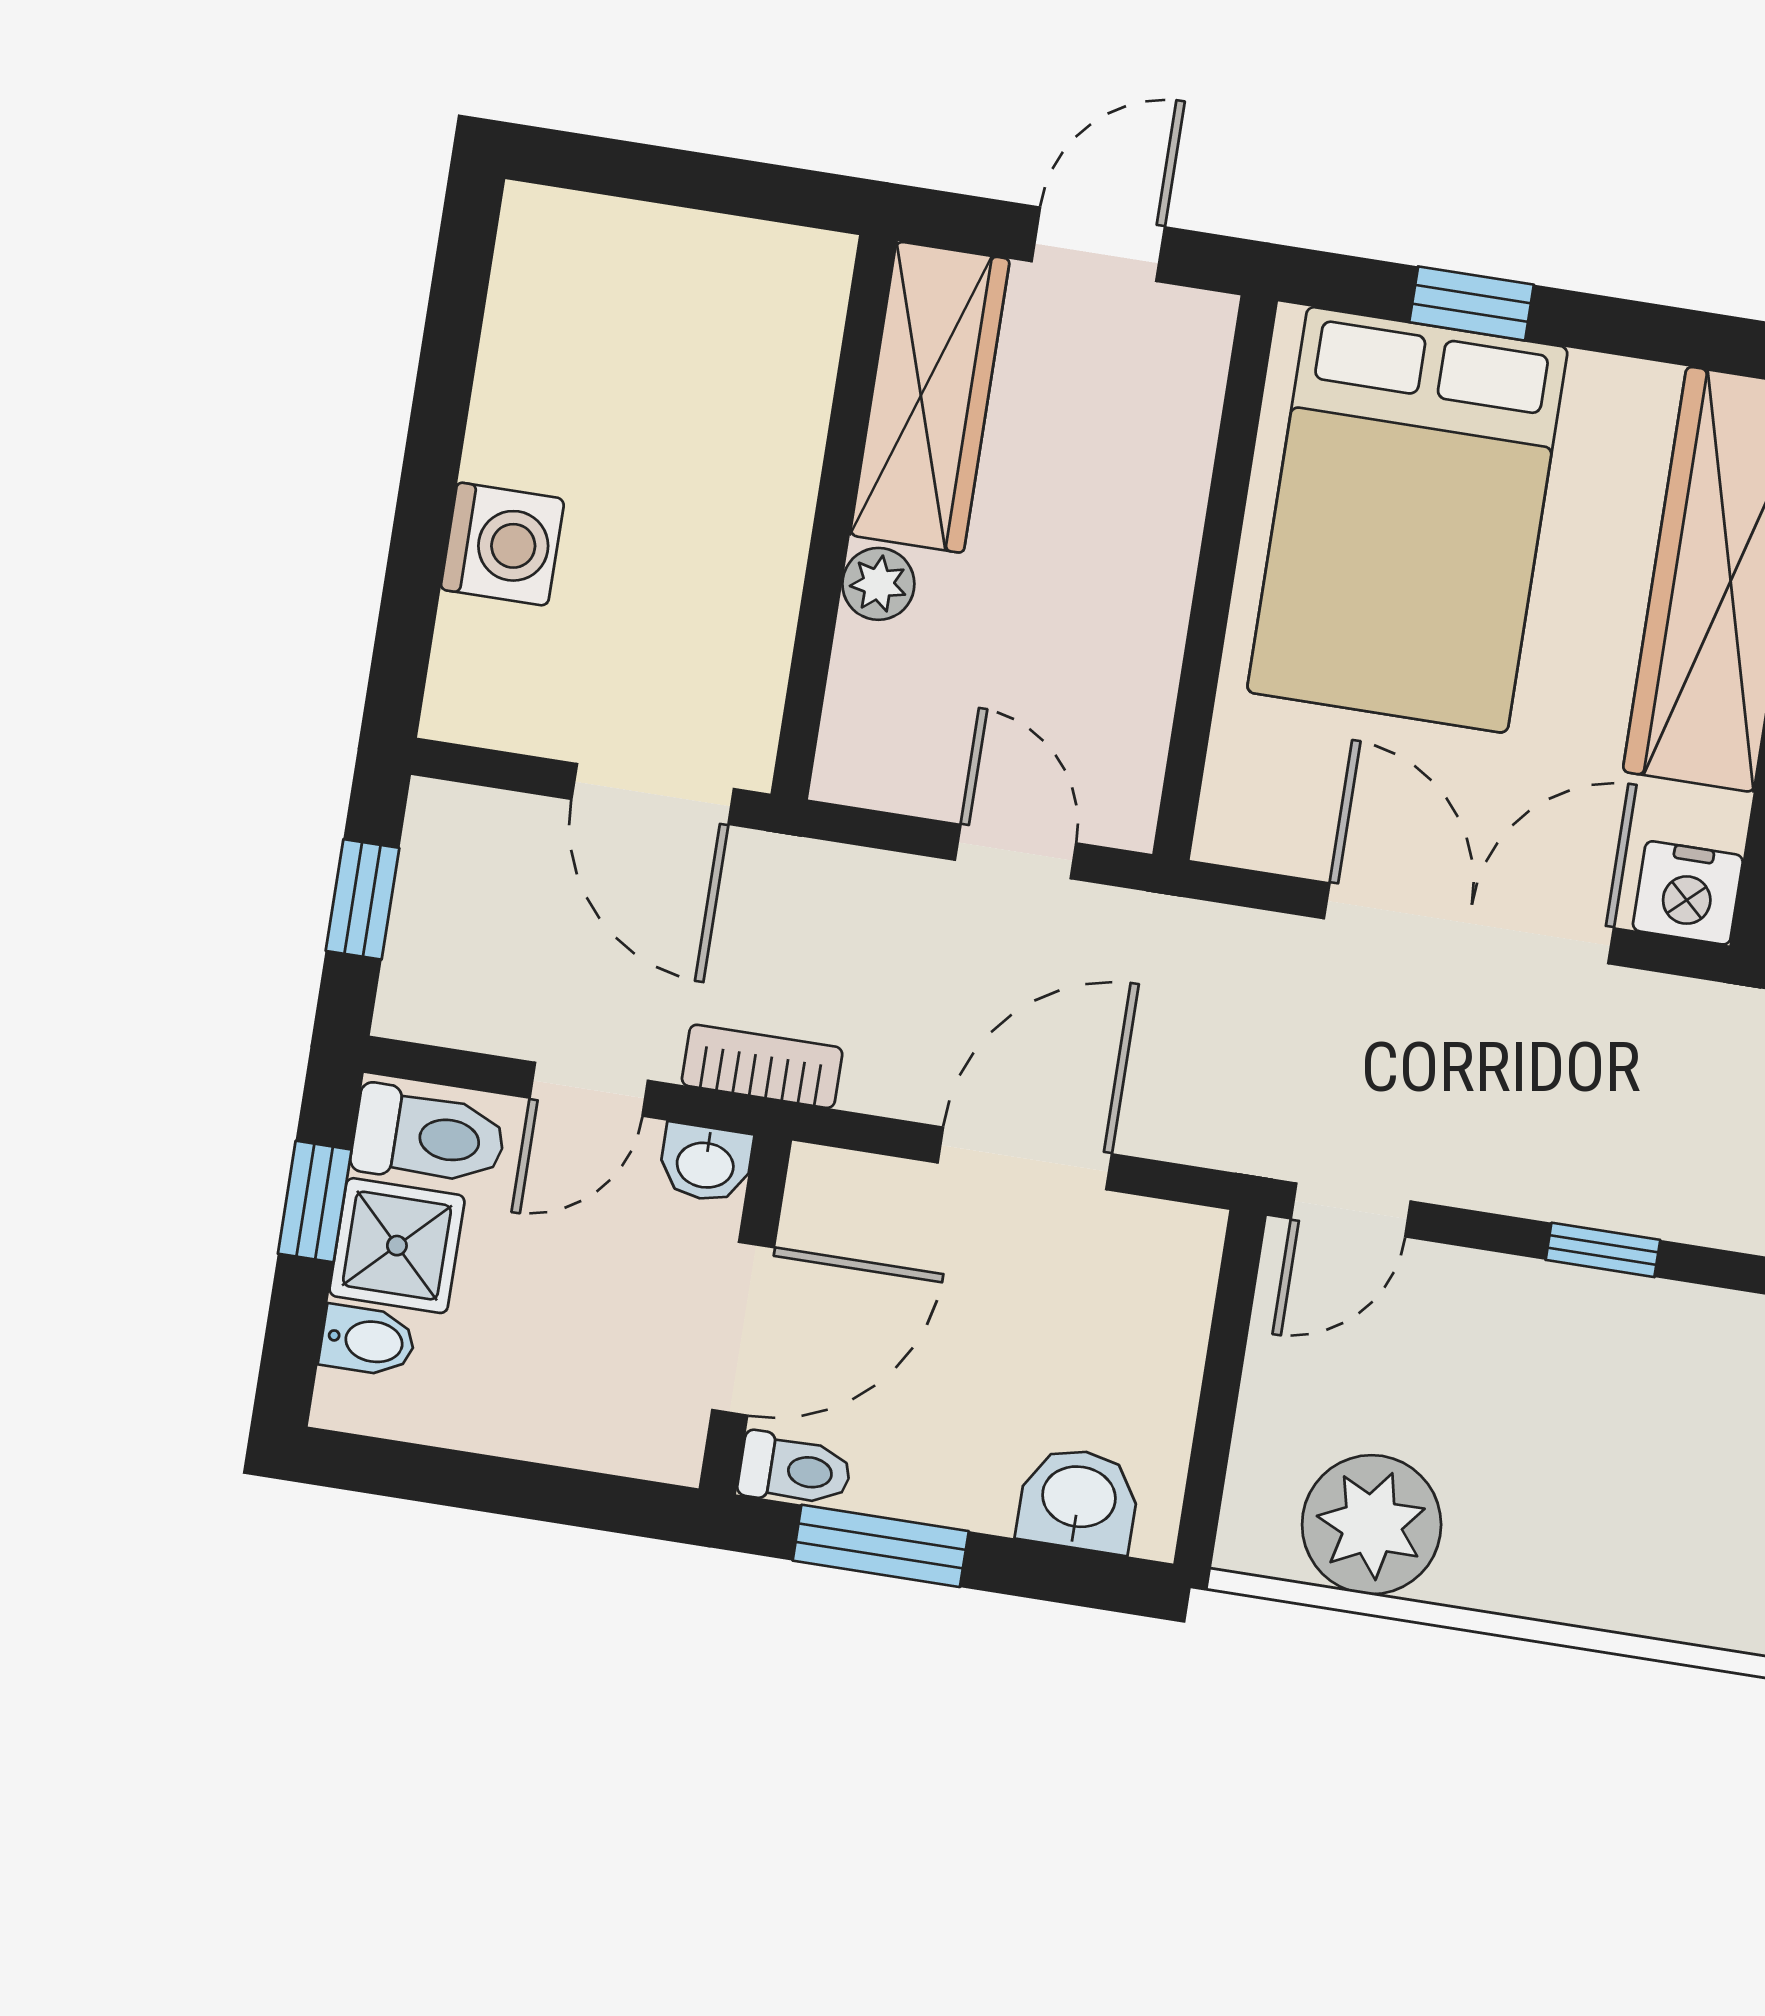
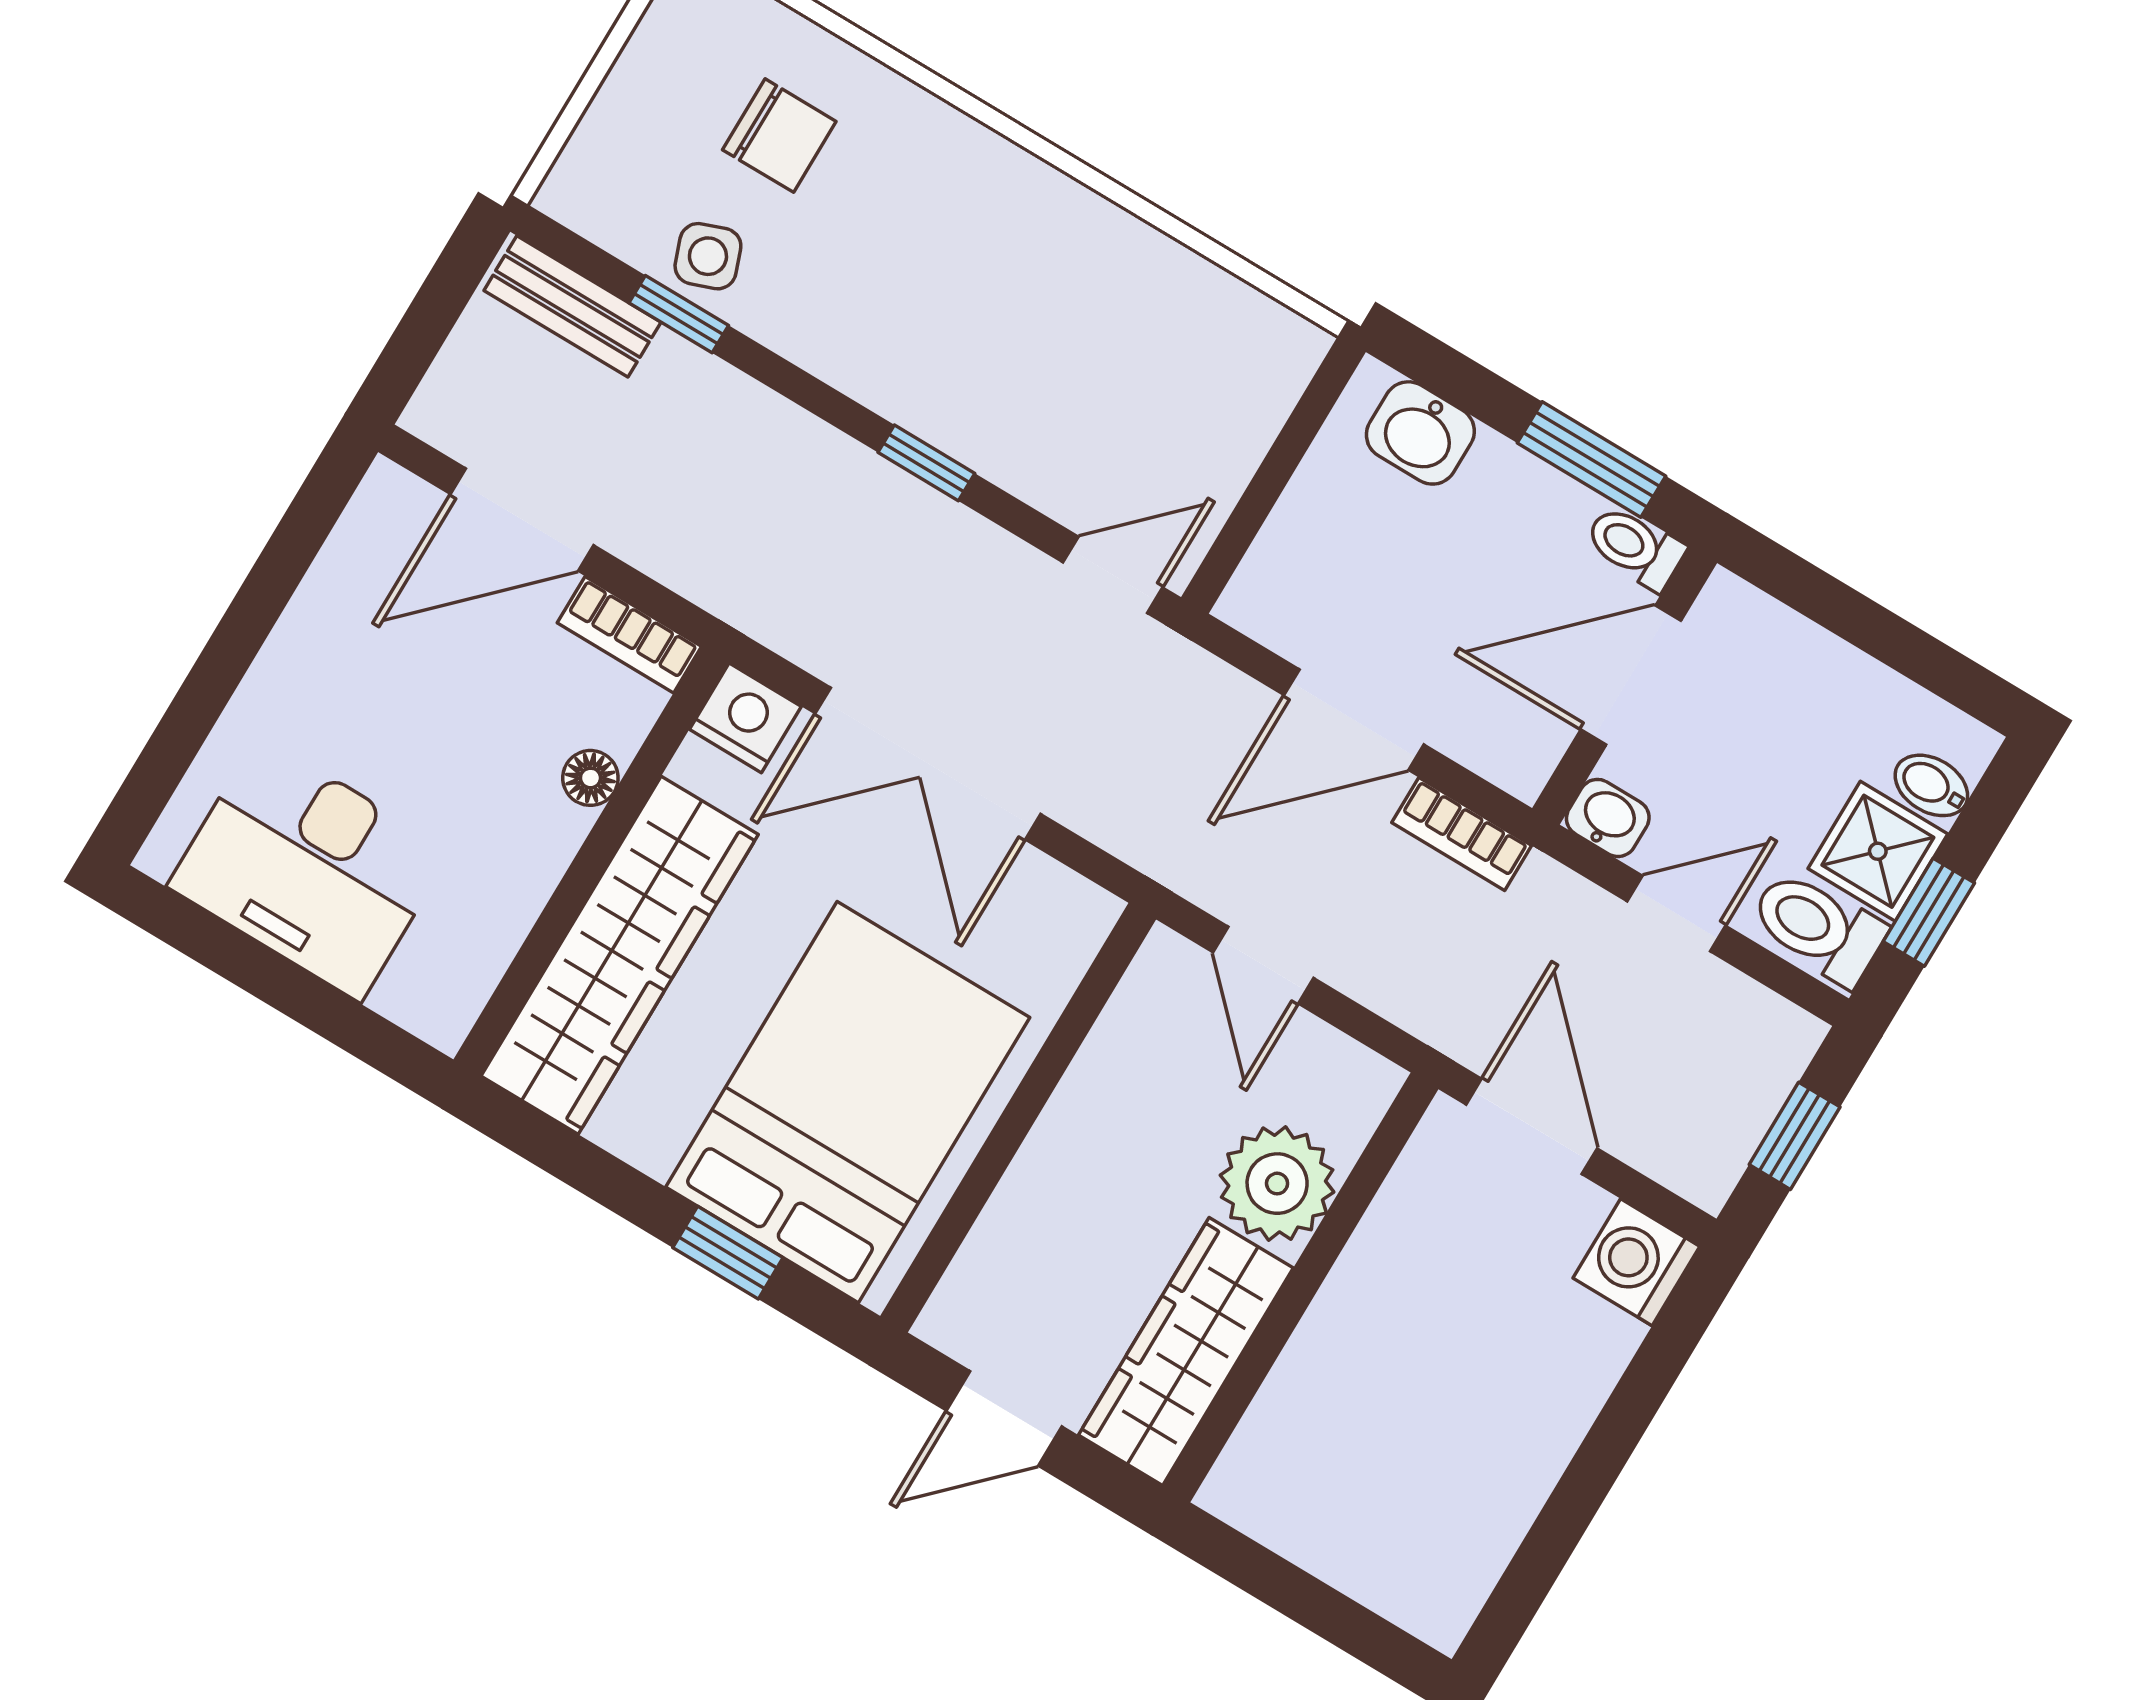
washing machine: (502, 544) -> (1636, 1262), moved
plant: (878, 584) -> (1277, 1184), width x1.88, depth x1.88
bookcase: (762, 1066) -> (1462, 834), moved
plant: (1372, 1525) -> (1197, 320), removed

